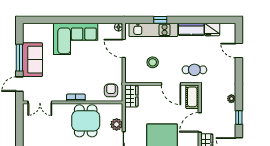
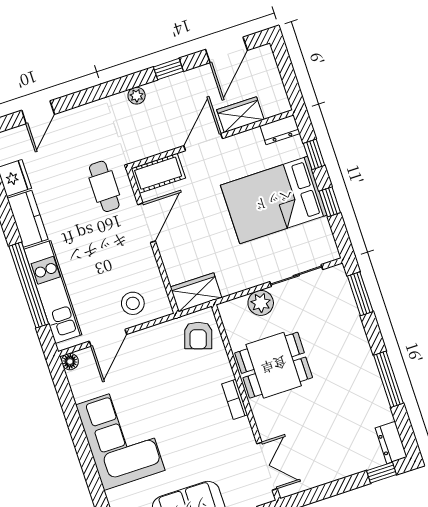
window: (160, 20) -> (29, 285), width x3.17
stool: (153, 62) -> (133, 303), moved
armchair: (111, 90) -> (198, 336), turned -72
door: (200, 122) -> (203, 142), swing flipped

